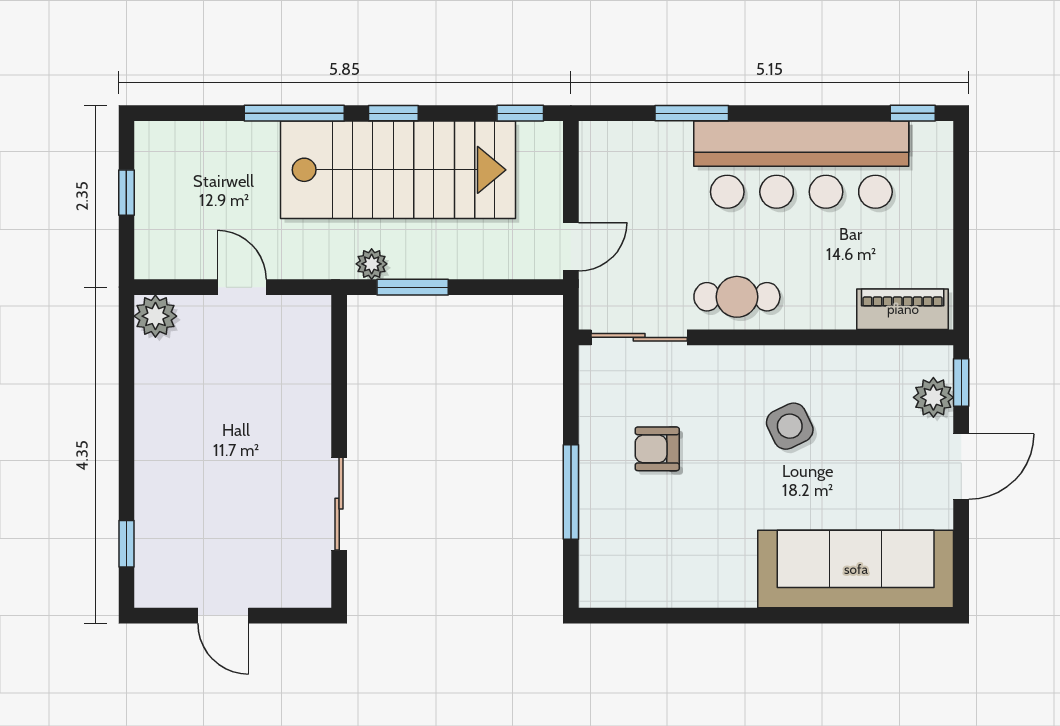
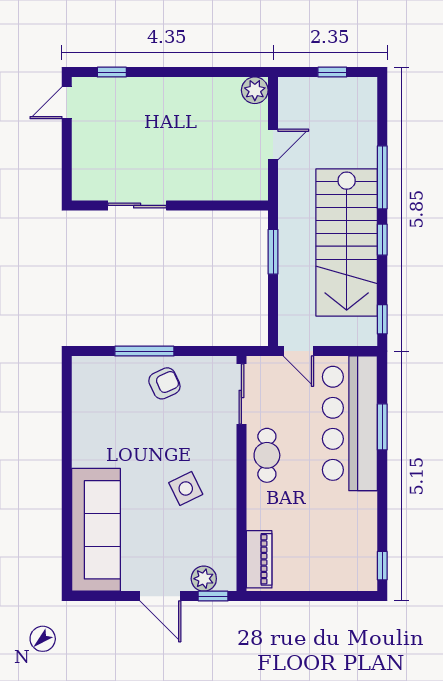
bar counter: (801, 165) -> (350, 423), moved
plant: (372, 264) -> (288, 226), removed
armchair: (657, 449) -> (164, 383), moved, turned 65
door: (223, 616) -> (67, 103), moved

